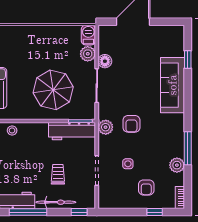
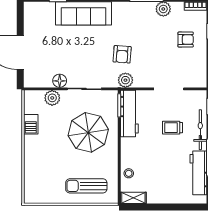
barbecue: (88, 35) -> (31, 124), moved, turned -90
armchair: (131, 124) -> (122, 54), turned 94
side table: (128, 164) -> (162, 58), removed

